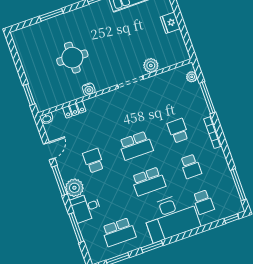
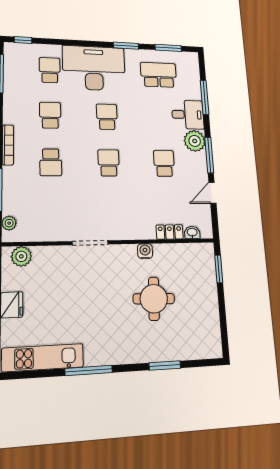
plant: (151, 65) -> (21, 256), moved
washbasin: (47, 119) -> (192, 233), moved
school desk: (136, 146) -> (109, 163), width x0.54
school desk: (93, 161) -> (164, 163), turned 180
school desk: (148, 181) -> (107, 117), width x0.54

